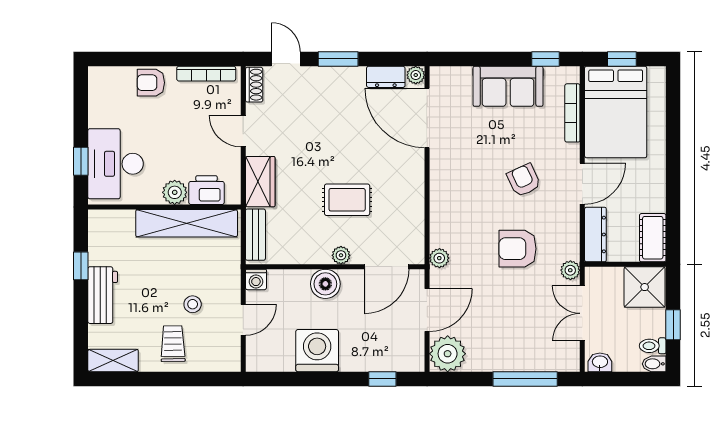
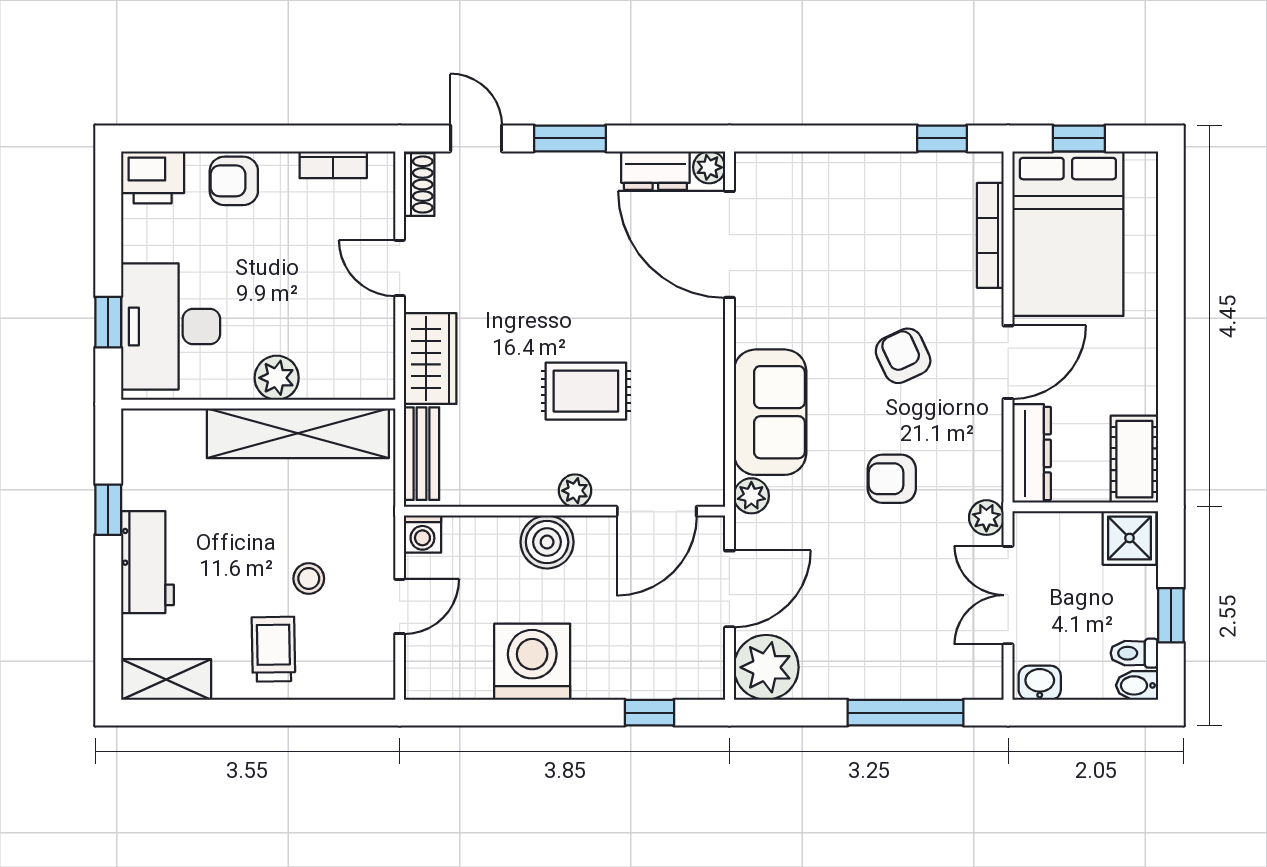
bookcase: (206, 74) -> (333, 165), width x0.64
sofa: (508, 86) -> (770, 412), moved, turned -90
printer: (207, 190) -> (153, 177), moved, turned 180
armchair: (518, 249) -> (892, 479), width x0.72, depth x0.72
shower: (645, 287) -> (1130, 538), width x0.73, depth x0.73

